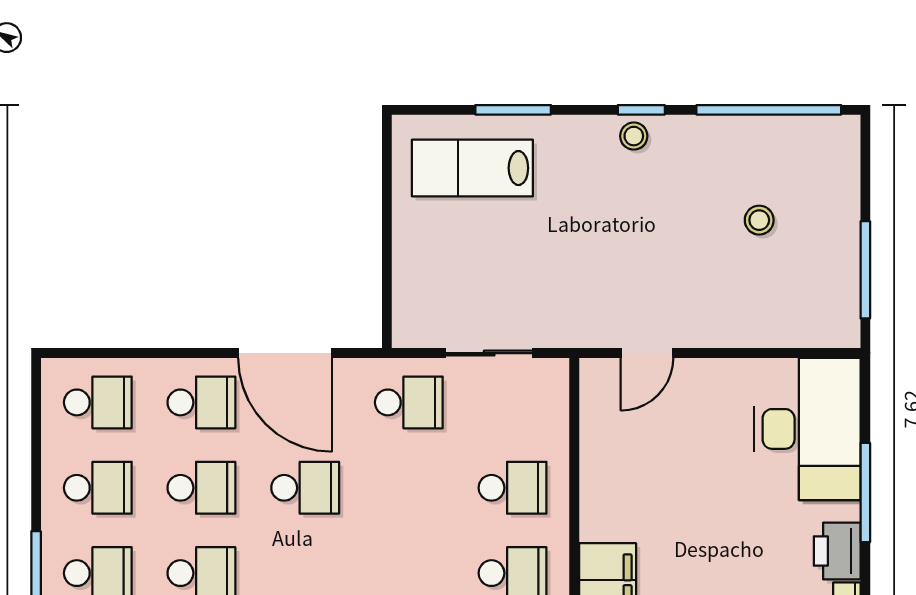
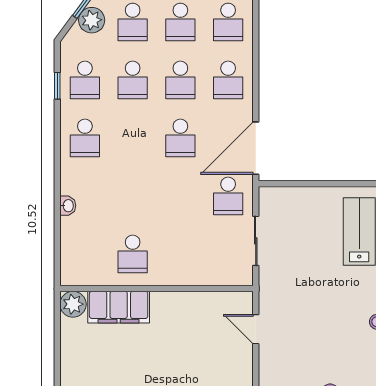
door: (285, 353) -> (256, 148), moved
school desk: (512, 488) -> (180, 254), removed

